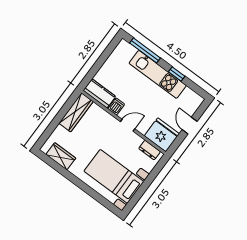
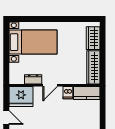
dresser: (150, 150) -> (33, 79), moved
wardrobe: (61, 156) -> (93, 38), moved, turned 90

